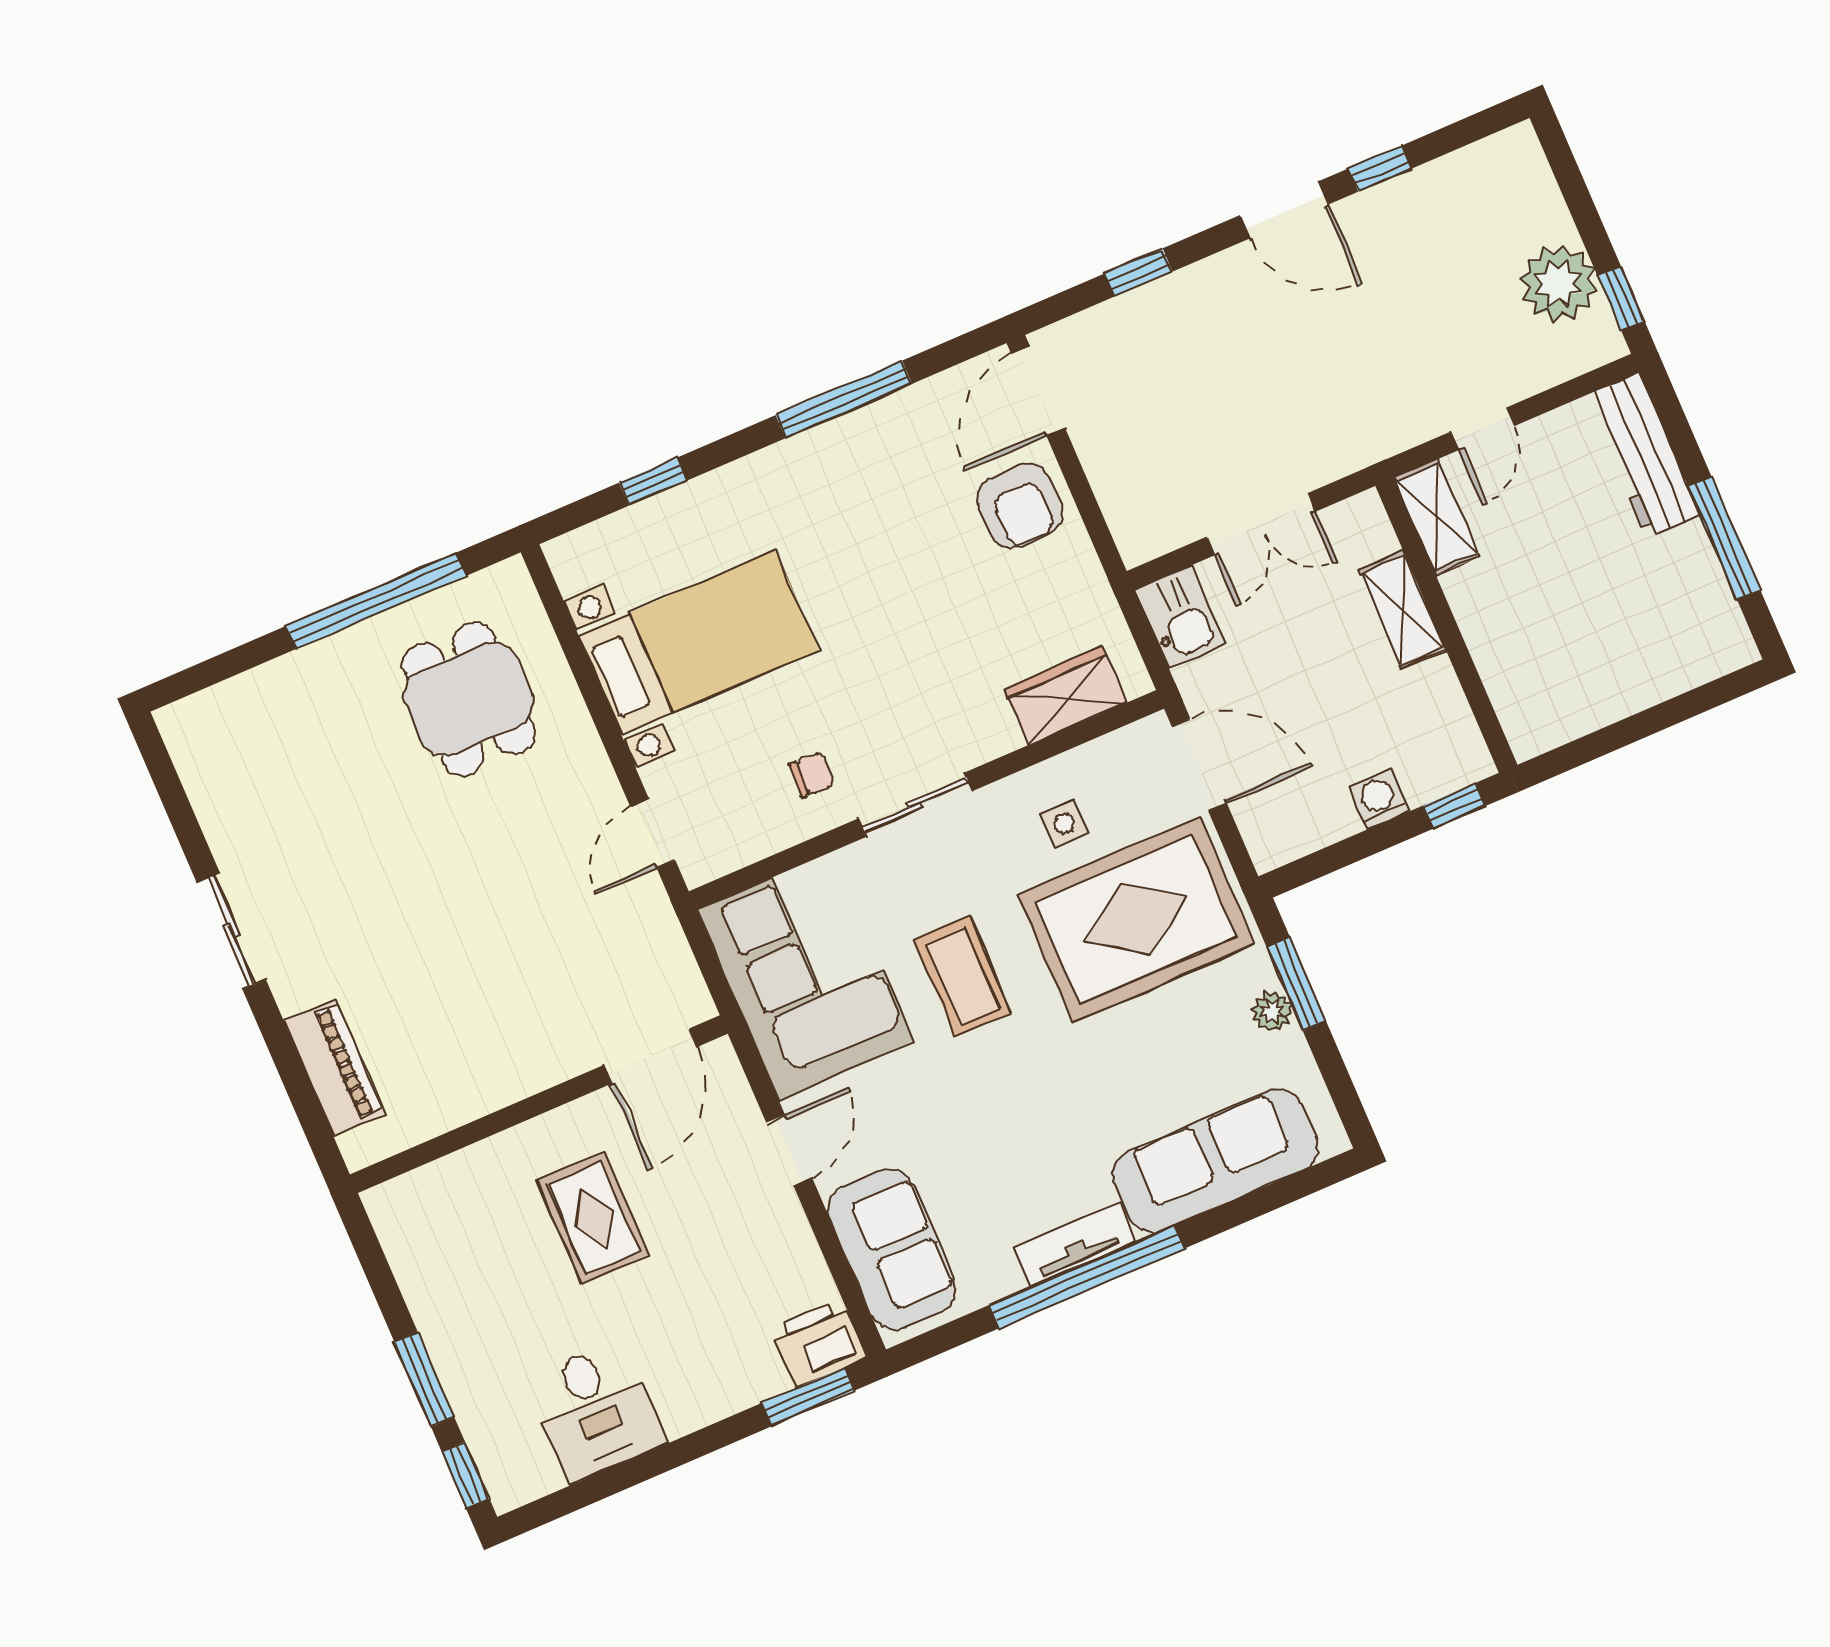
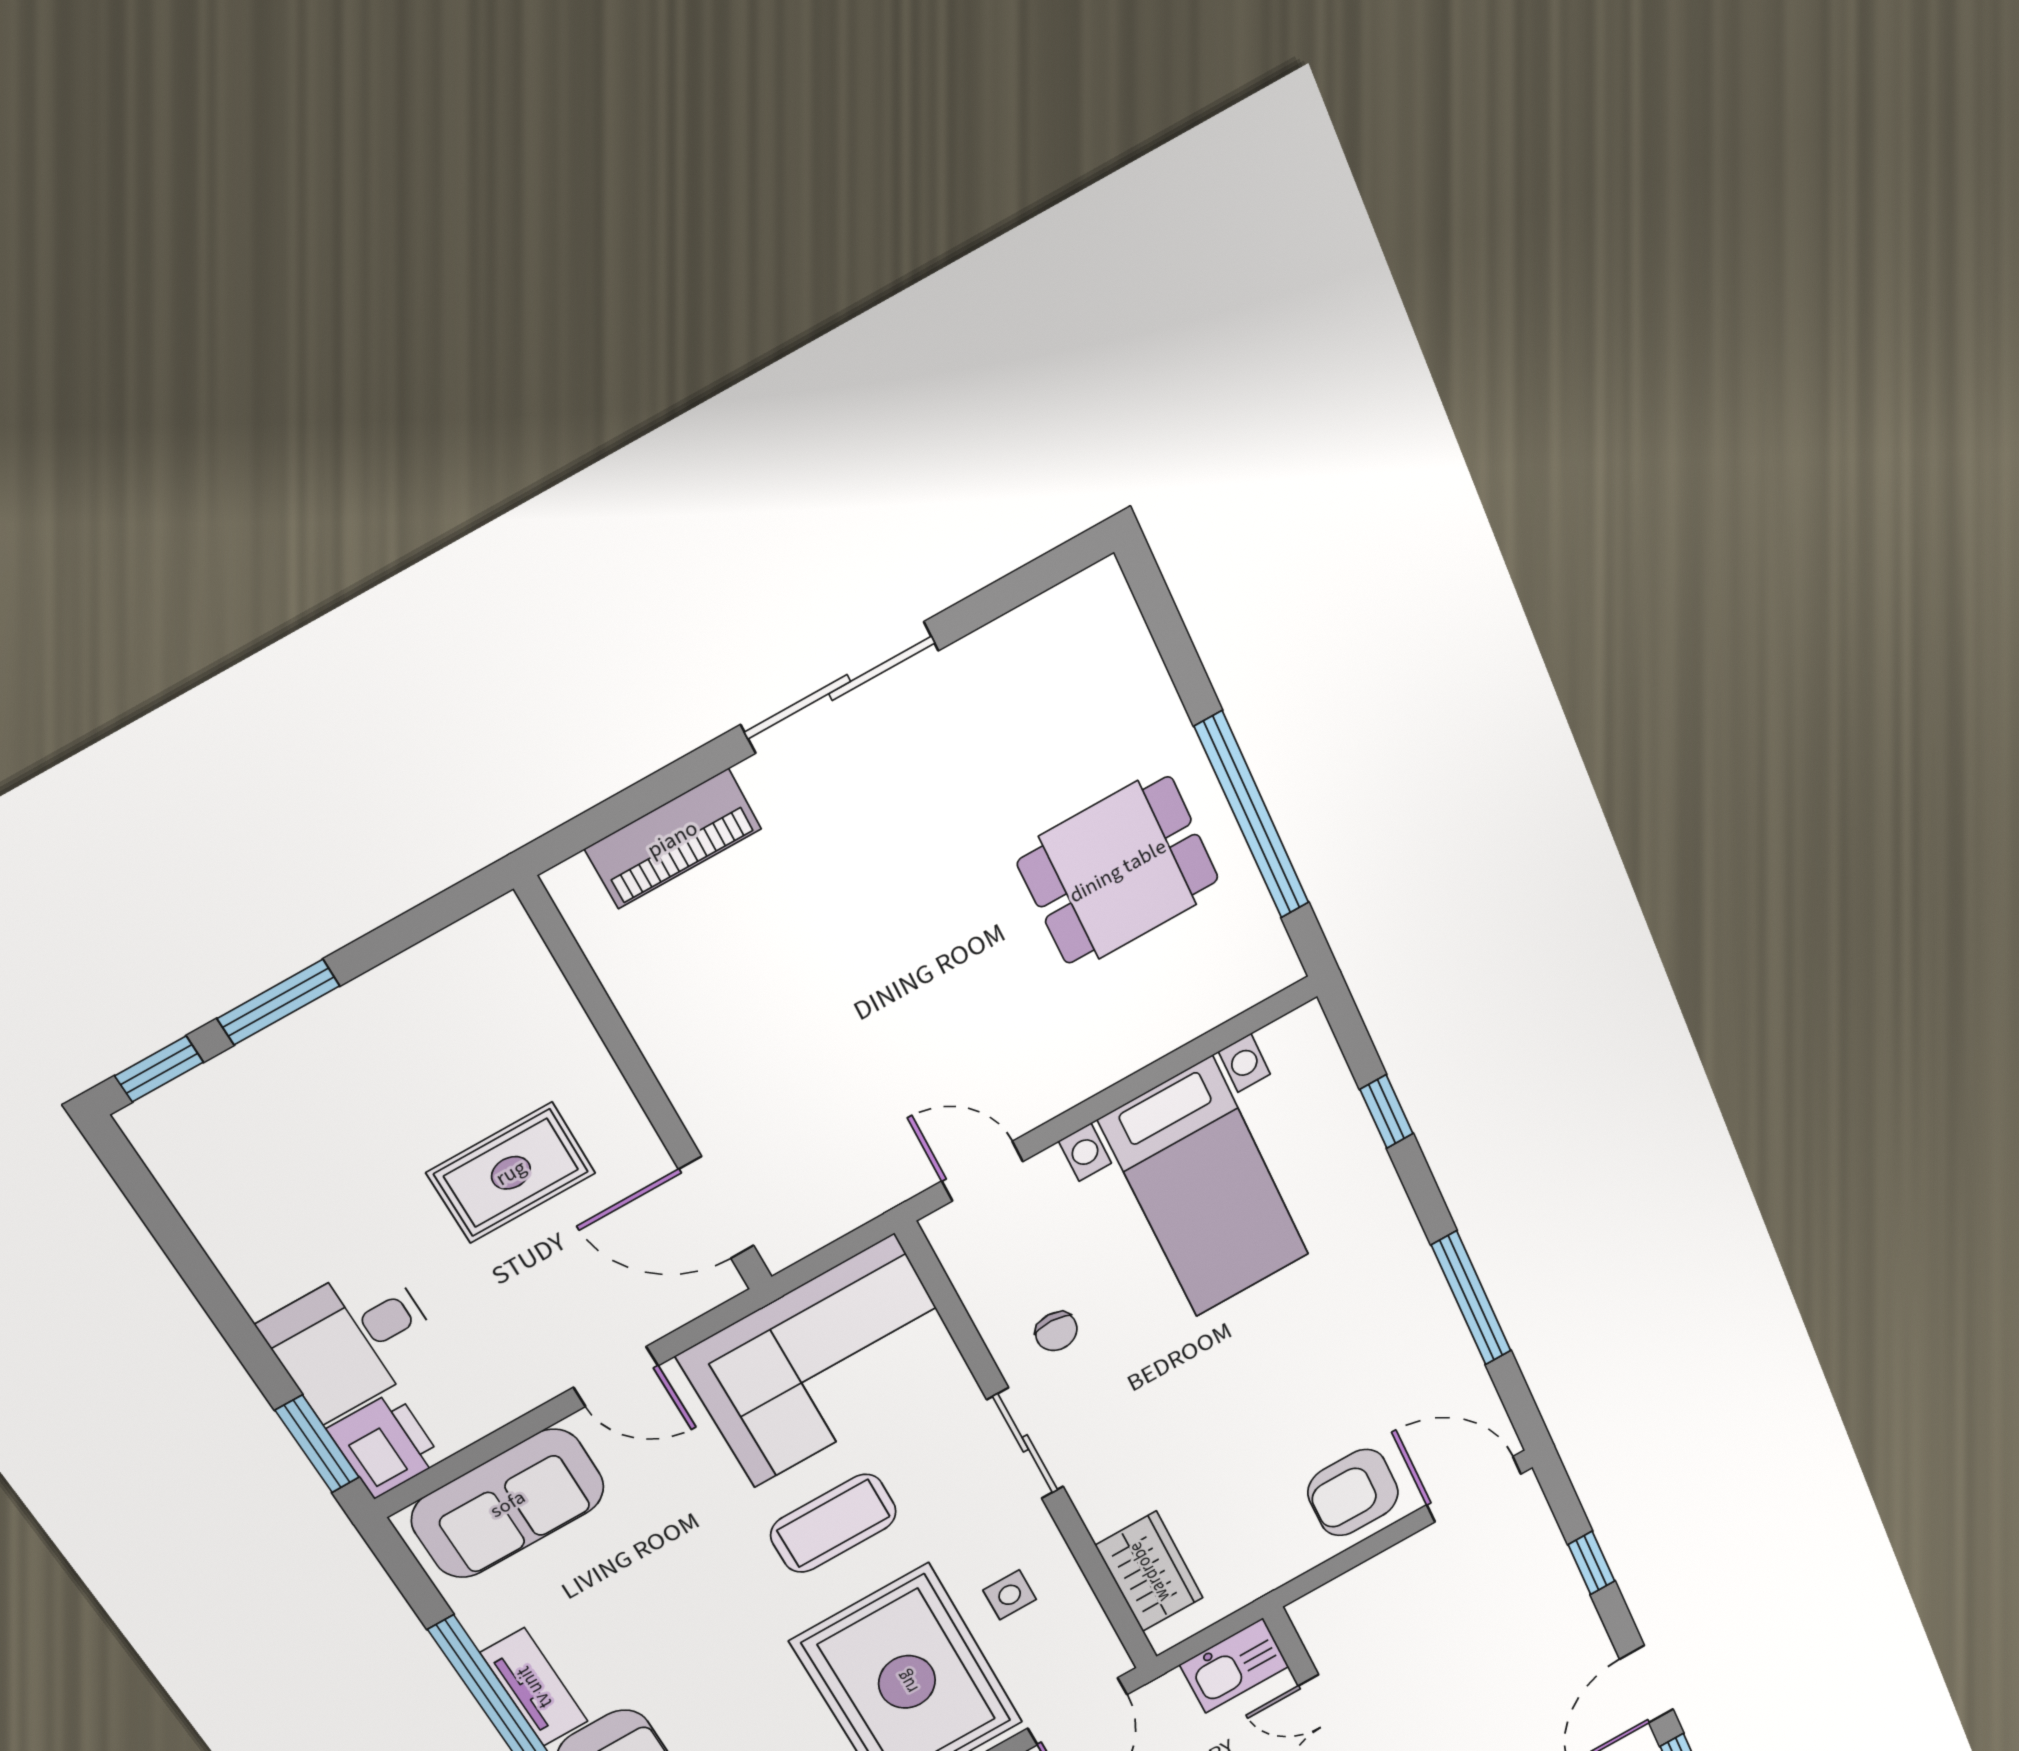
dining table: (469, 699) -> (1118, 871), moved
sliding door: (231, 931) -> (840, 688), width x1.37
desk: (596, 1411) -> (352, 1340), moved

